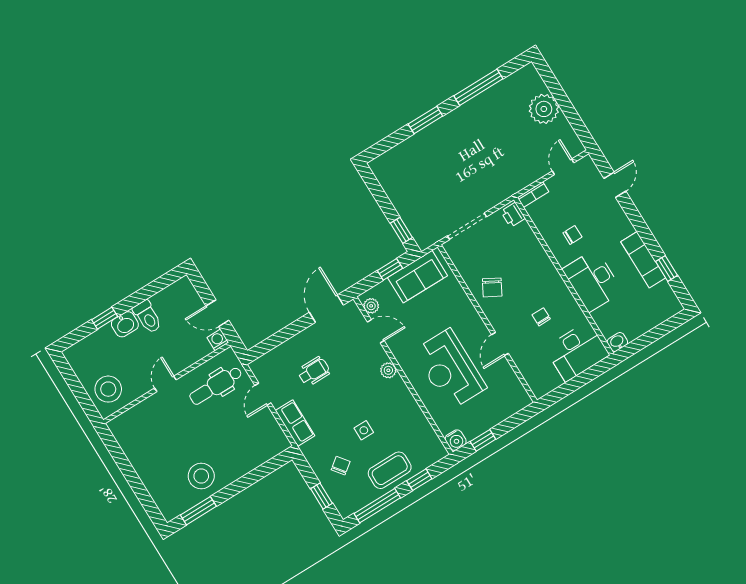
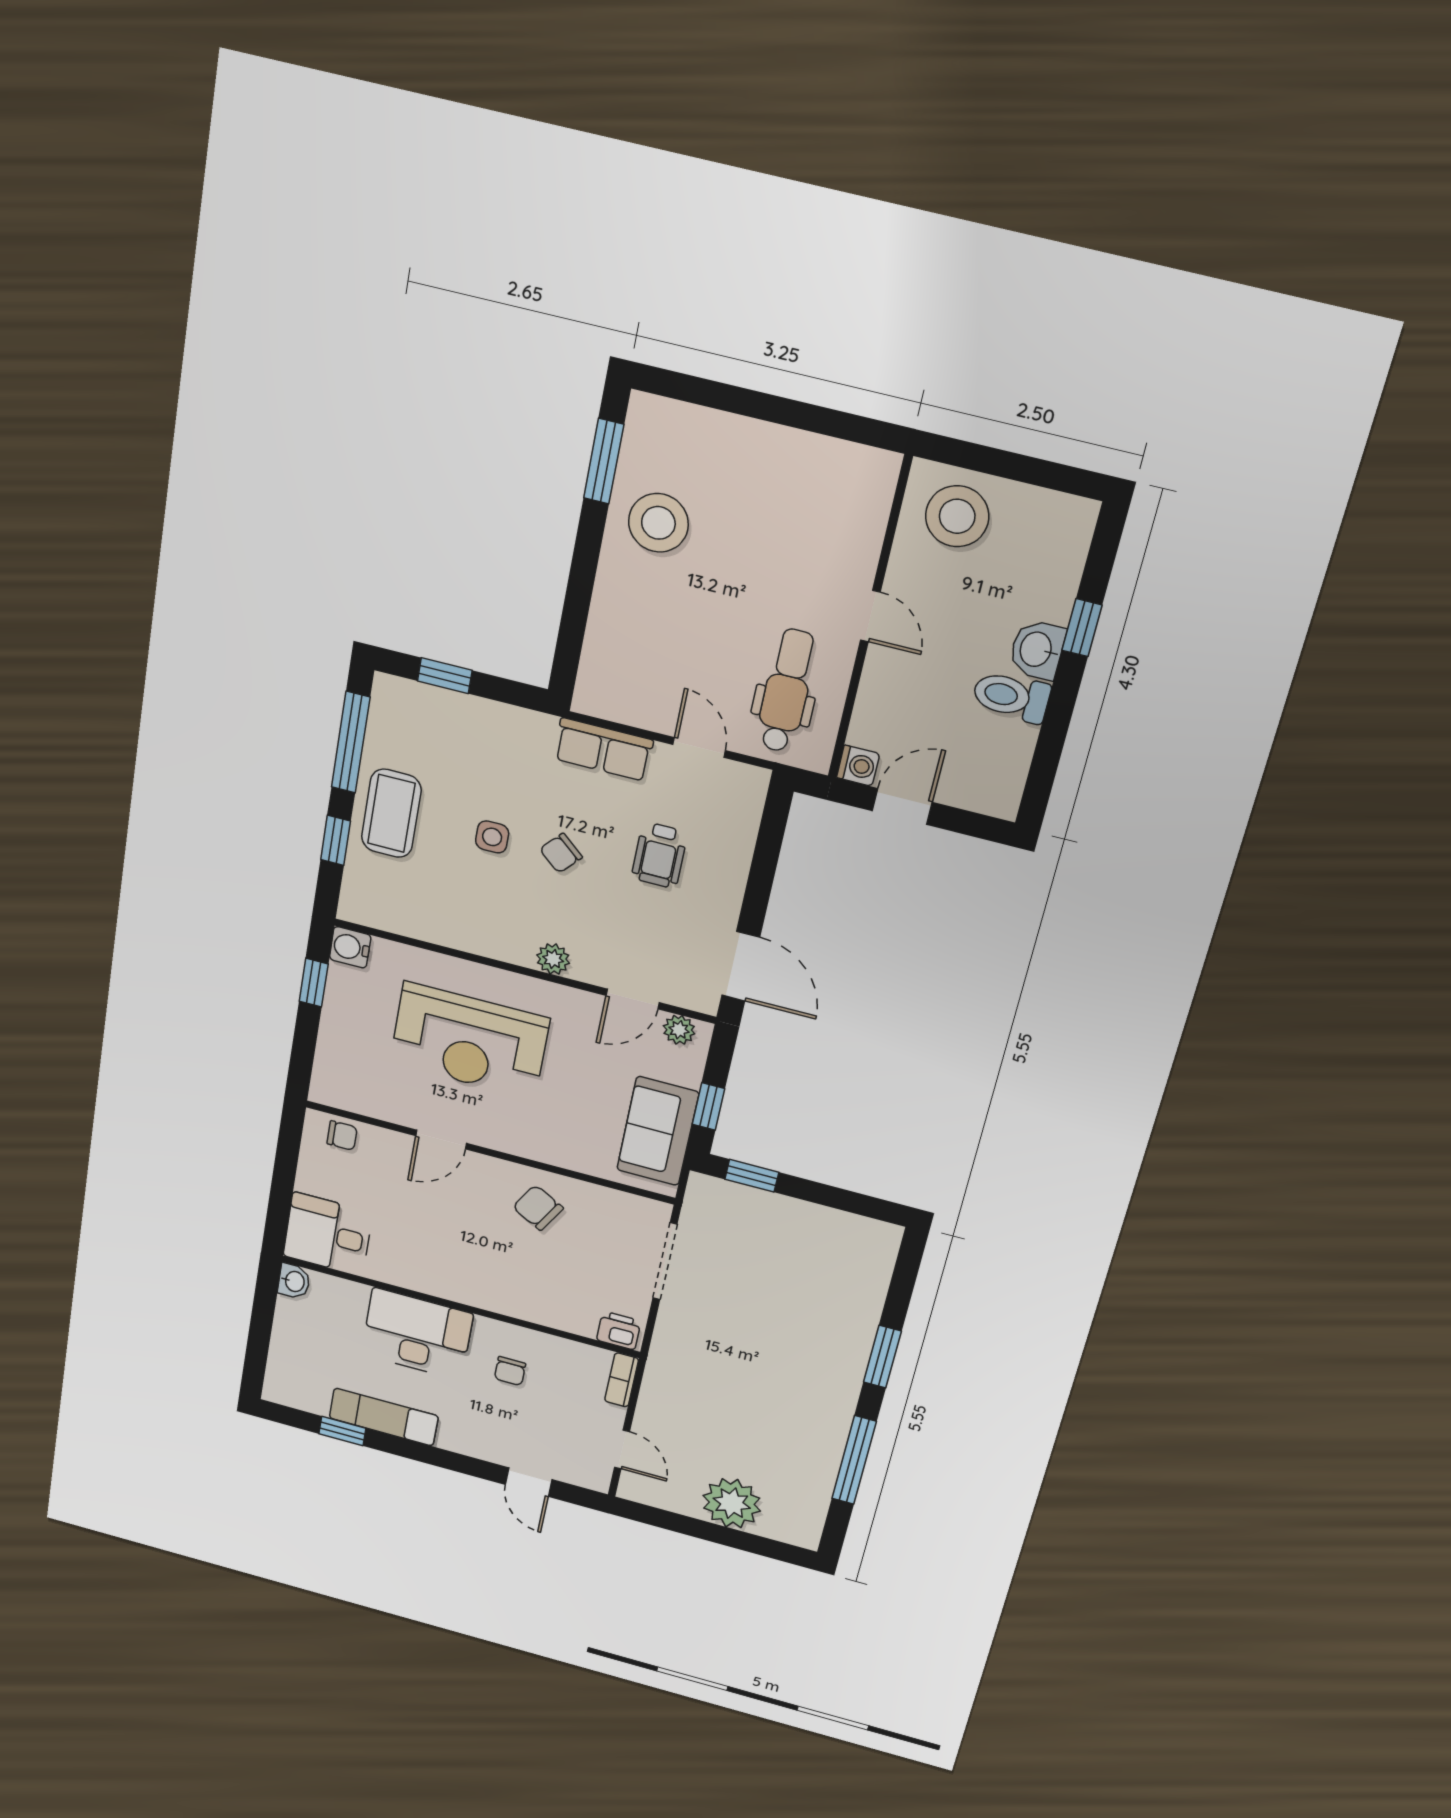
chair: (541, 317) -> (342, 1136), moved
door: (500, 344) -> (441, 1139), swing flipped
desk: (577, 351) -> (328, 1234), width x0.73
reception desk: (450, 369) -> (469, 1041), turned 180
chair: (341, 466) -> (561, 853), moved, turned 78

